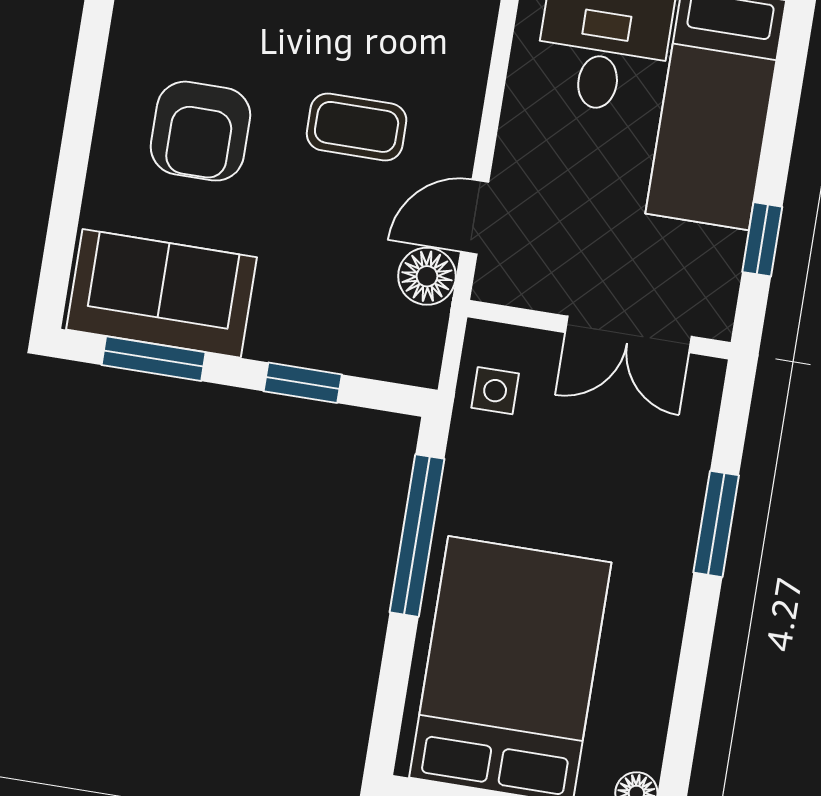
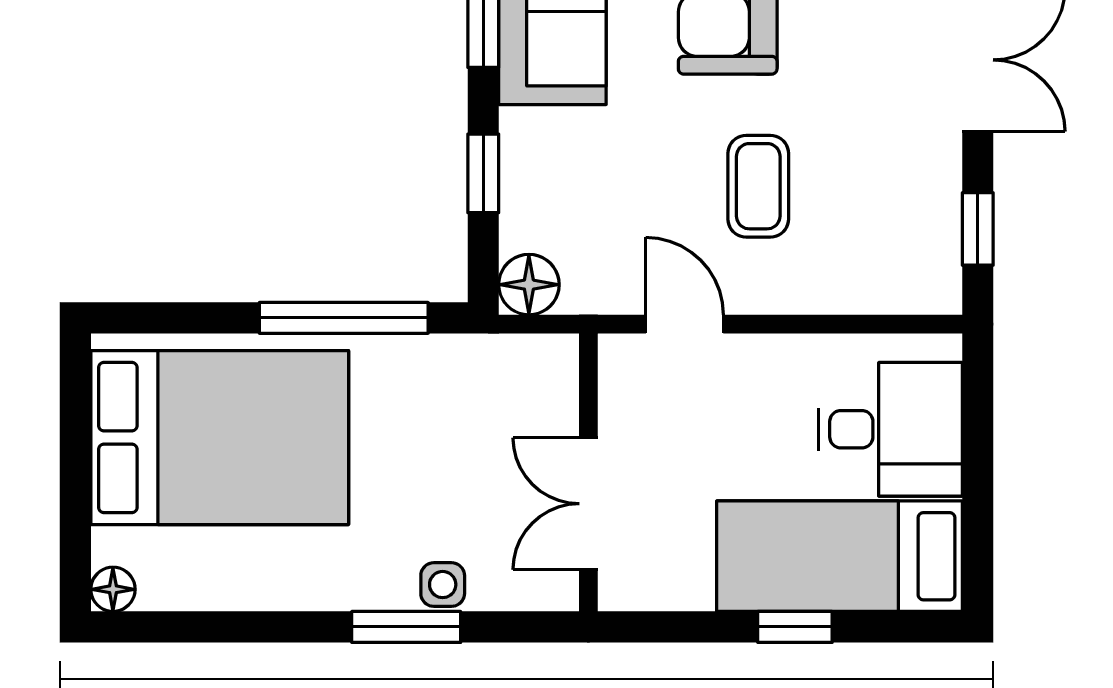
window: (762, 239) -> (795, 627), moved
floor lamp: (427, 276) -> (529, 285), moved
side table: (495, 391) -> (443, 585), moved

